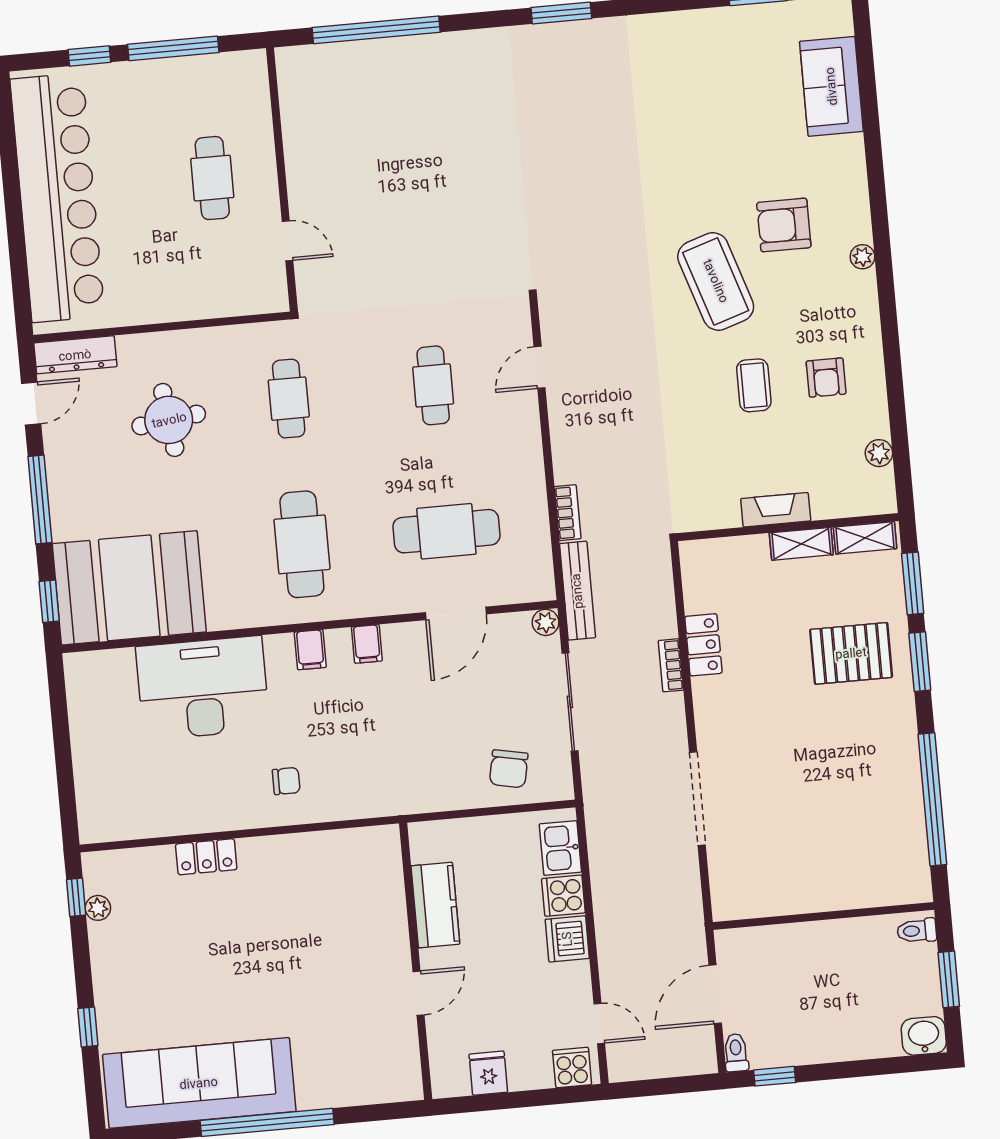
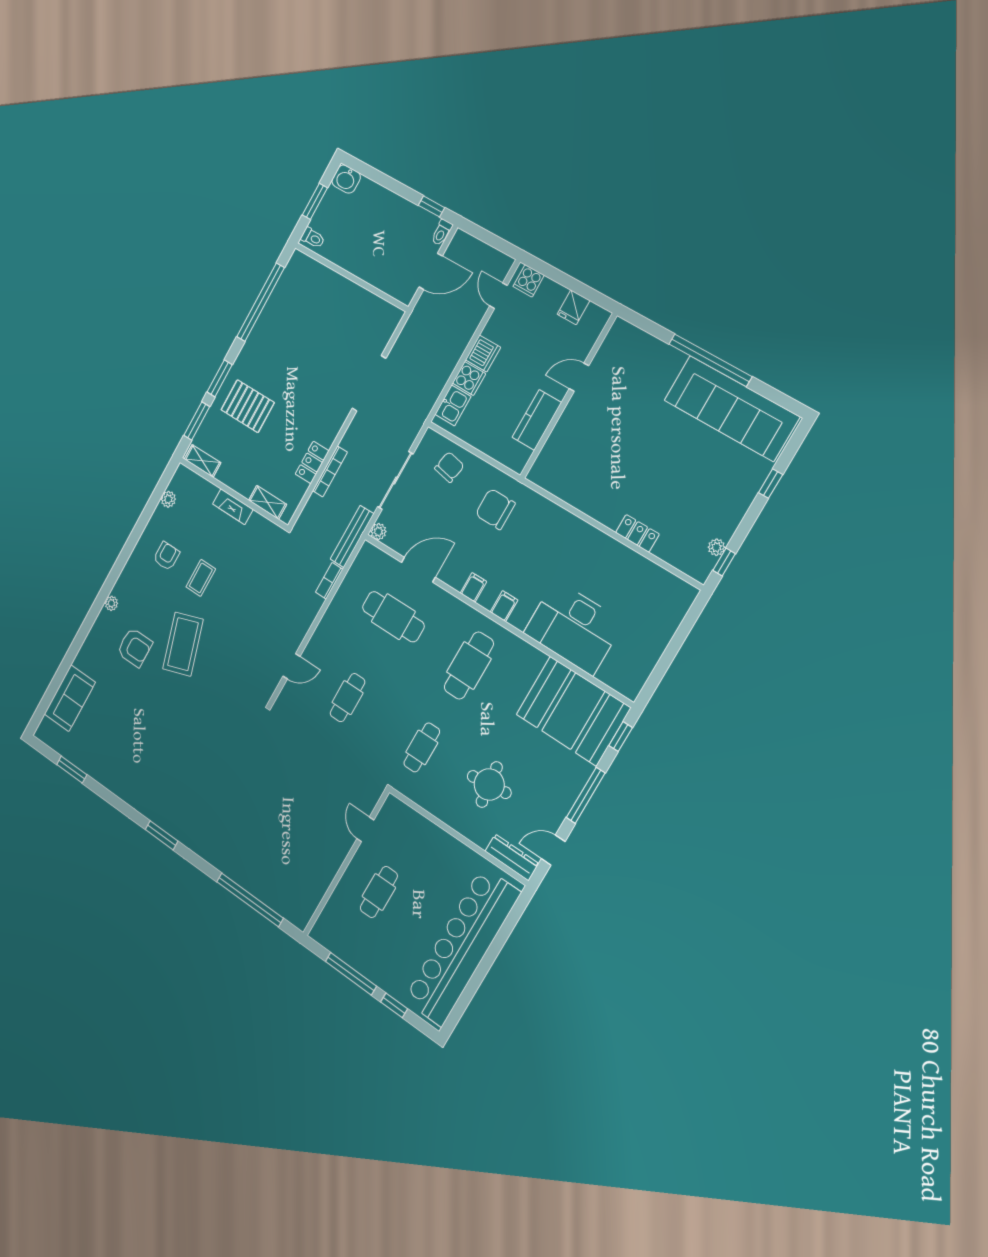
shelving: (801, 544) -> (268, 502), moved
bookcase: (671, 665) -> (330, 471), width x1.56
chair: (286, 781) -> (495, 509), moved, width x1.87, depth x1.87

